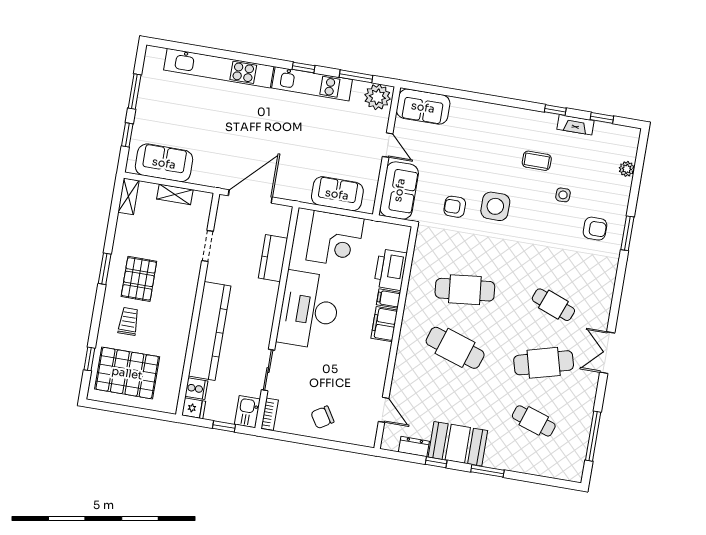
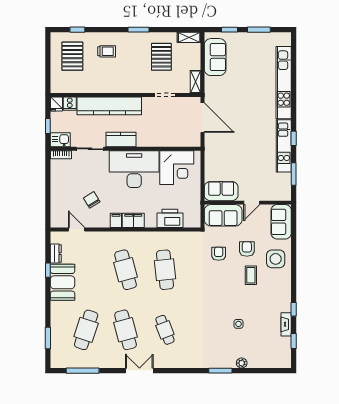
plant: (377, 97) -> (282, 191), removed
coffee table: (537, 161) -> (251, 275), moved
plant: (627, 169) -> (242, 363), moved
shelving: (175, 194) -> (196, 82), moved
sofa: (337, 194) -> (221, 191), moved, turned -90
side table: (495, 206) -> (276, 259), moved
armchair: (595, 229) -> (247, 249), moved, turned 180
corner desk: (335, 239) -> (177, 168), moved, turned -90
kitchen counter: (273, 258) -> (121, 140), moved
pallet: (139, 279) -> (161, 57), moved, turned 90
filing cabinet: (389, 299) -> (116, 220), moved
cafe table: (553, 305) -> (165, 330), turned -42
cafe table: (455, 348) -> (126, 270), turned -33
pallet: (127, 373) -> (72, 56), width x0.73, depth x0.71
door: (384, 410) -> (77, 229), swing flipped
chair: (322, 417) -> (92, 200), moved
cafe table: (534, 421) -> (86, 330), width x1.37, depth x1.35
window: (487, 471) -> (48, 338), moved

